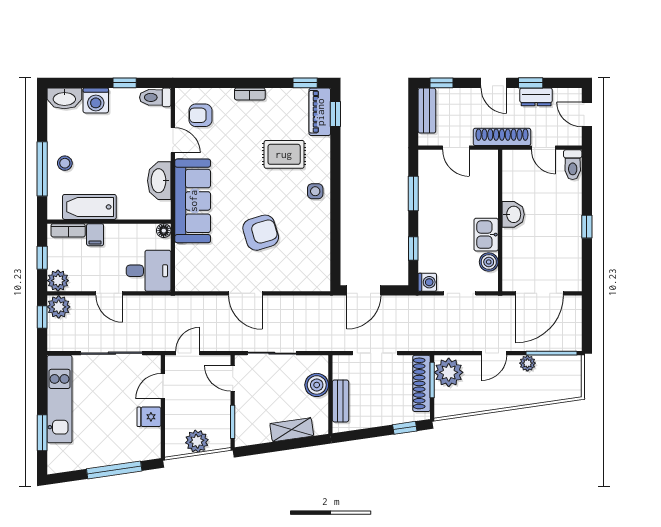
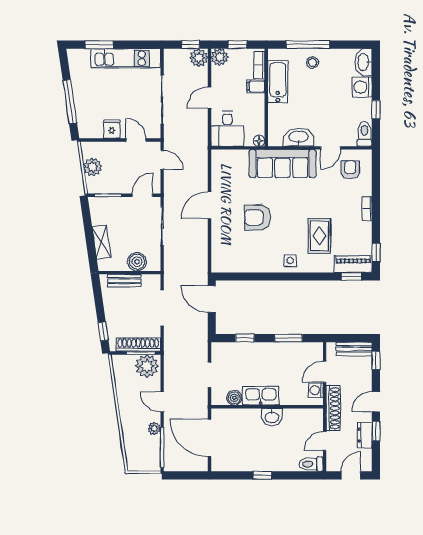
armchair: (261, 233) -> (257, 217), turned 107
kitchen sink: (486, 235) -> (261, 396), width x1.38
washing machine: (427, 282) -> (316, 390), moved, turned 90

